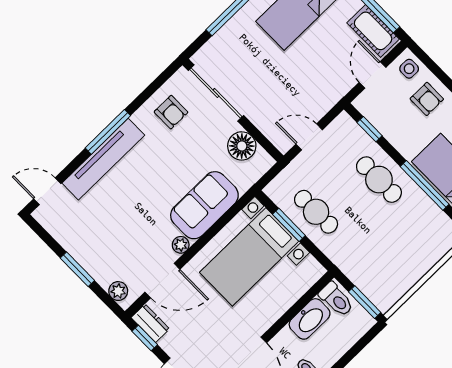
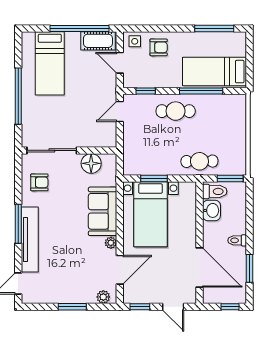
door: (309, 137) -> (120, 111), moved
cafe table: (316, 212) -> (199, 161), moved
washbasin: (310, 319) -> (211, 210), width x0.72
dresser: (150, 323) -> (135, 297), removed

